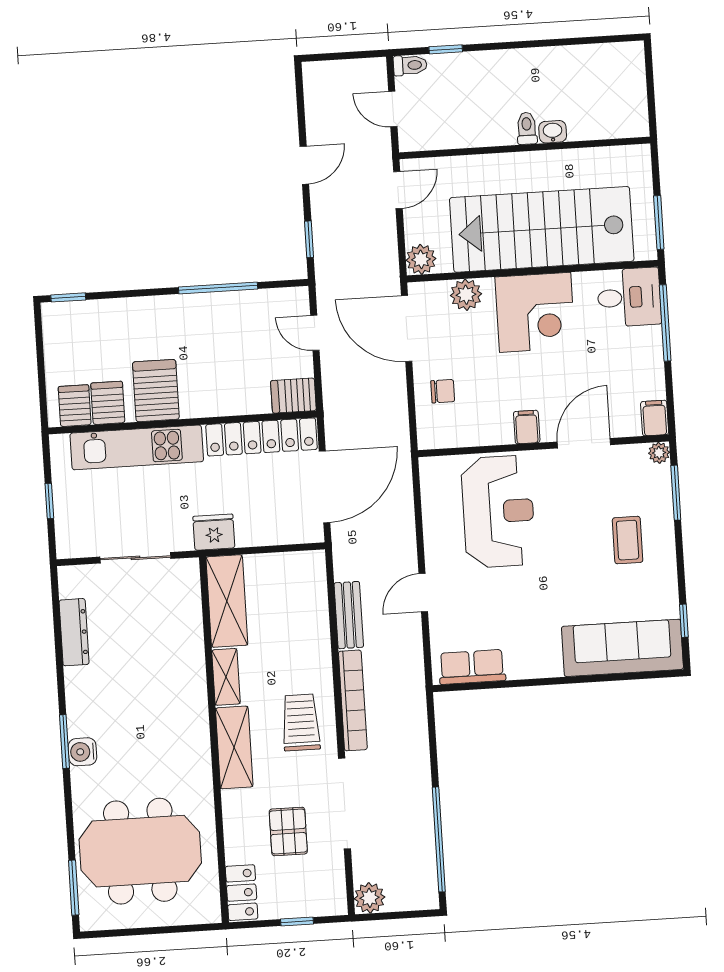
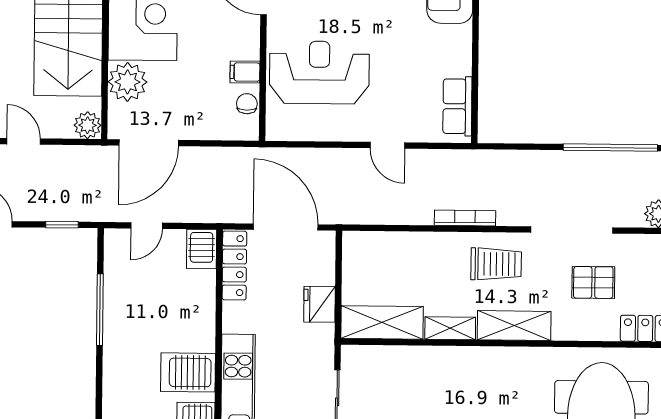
plant: (466, 295) -> (128, 82), width x1.36, depth x1.36
chair: (443, 391) -> (247, 104), moved
filing cabinet: (527, 427) -> (245, 72), moved
locker: (262, 437) -> (234, 266), width x0.71, depth x0.83
fridge: (214, 532) -> (319, 304), moved
bench: (349, 615) -> (403, 214), removed
bookcase: (353, 700) -> (465, 218), width x0.68, depth x0.76
trolley: (301, 722) -> (496, 264), turned 180

